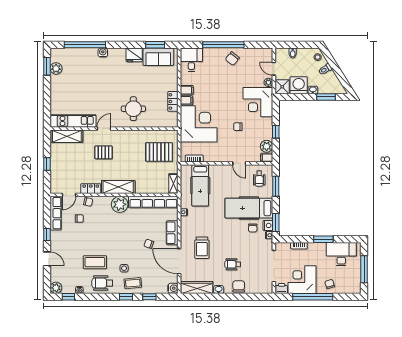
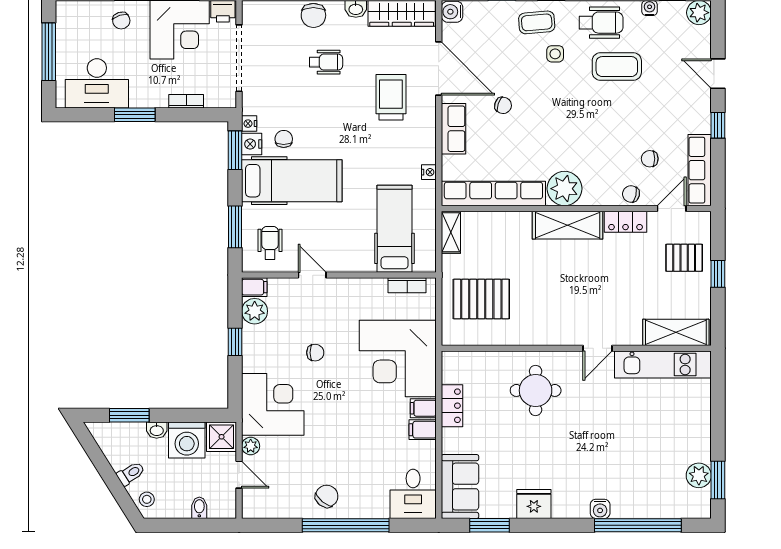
sofa: (158, 57) -> (460, 487), moved, turned 90
pallet: (103, 152) -> (684, 258), moved

